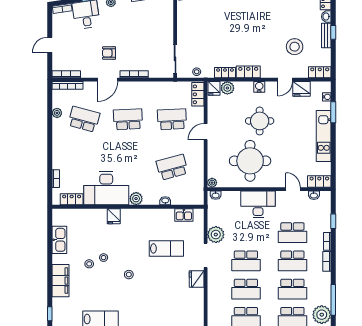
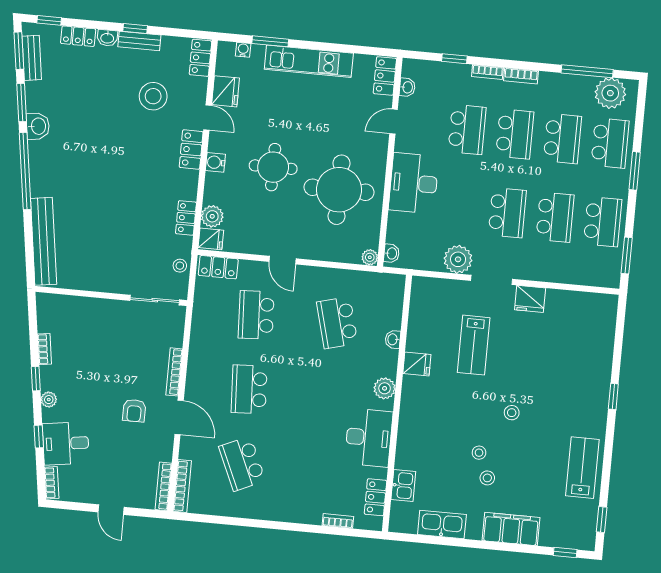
locker: (248, 72) -> (191, 149), moved
plant: (57, 113) -> (227, 508), removed
school desk: (84, 119) -> (242, 464), turned -39
desk: (106, 188) -> (369, 438), width x0.73, depth x0.77
kitchen sink: (184, 215) -> (403, 486), moved
fridge: (114, 216) -> (417, 364), moved
lab bench: (166, 248) -> (474, 345), turned 180

